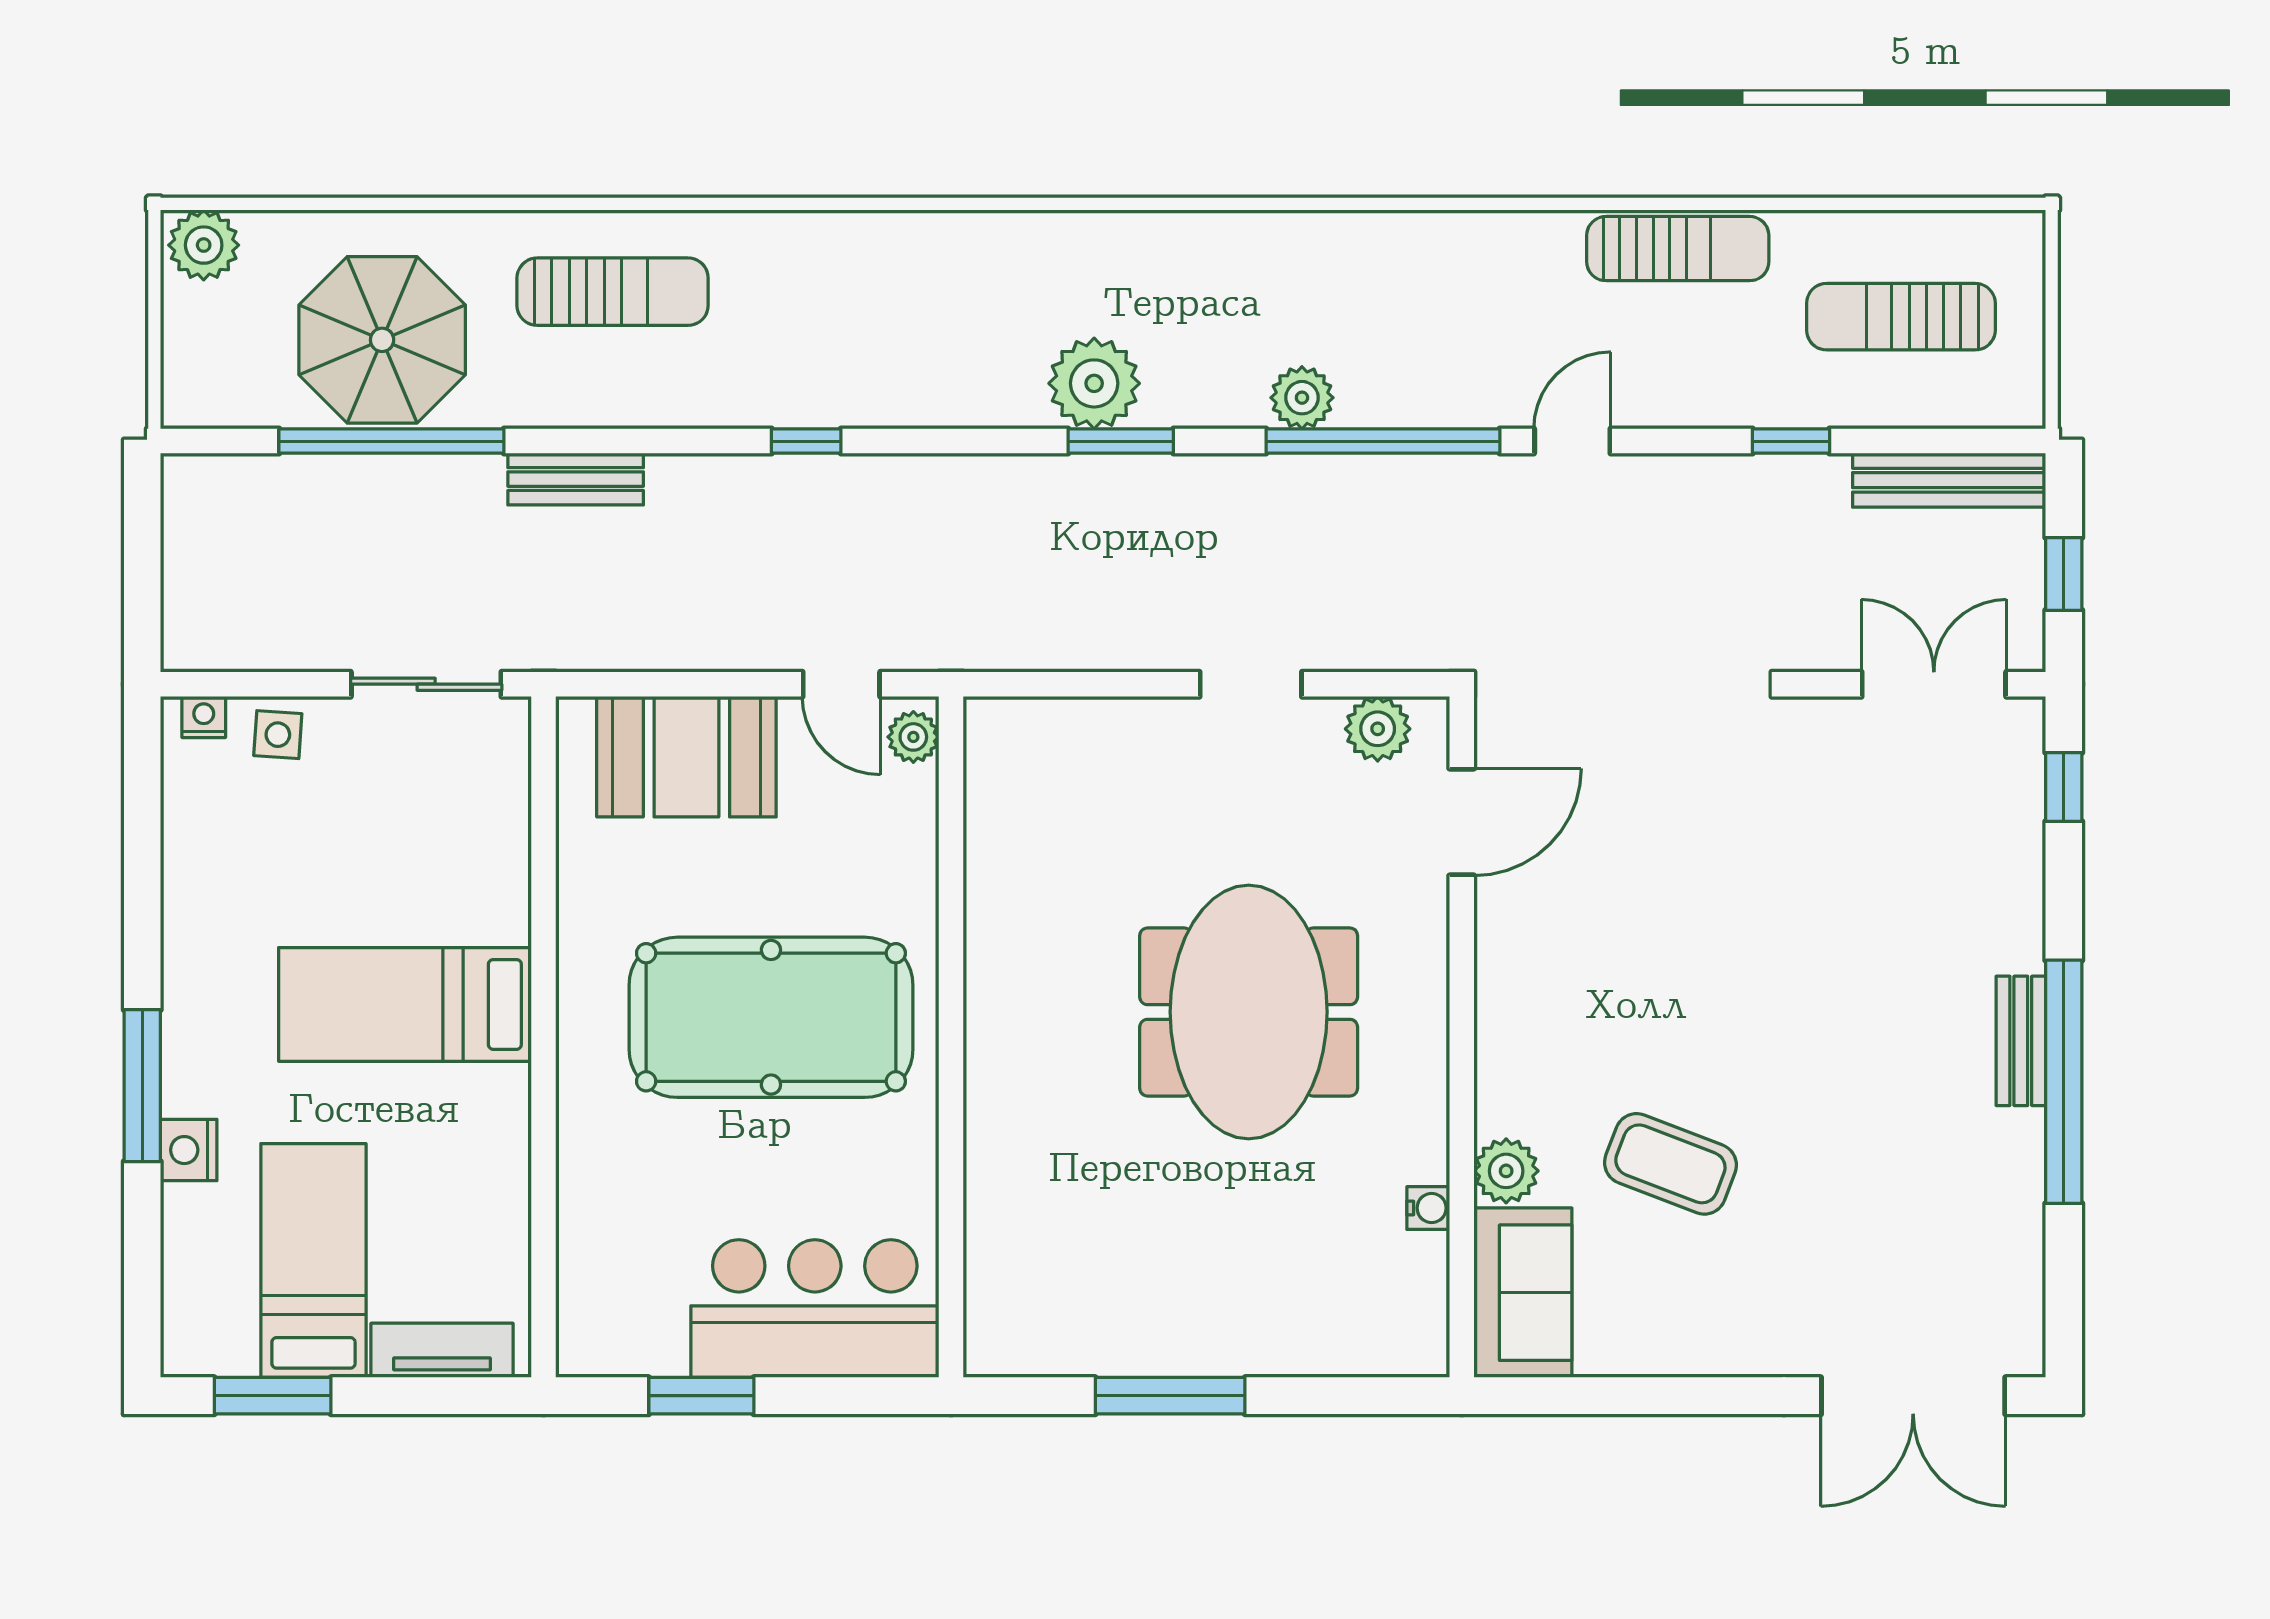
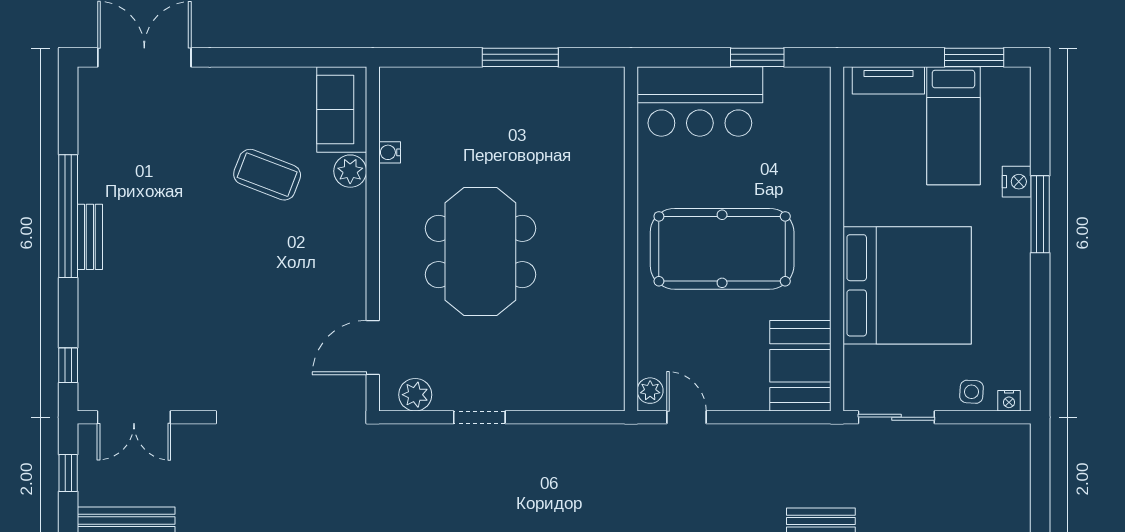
booth: (686, 757) -> (800, 366), moved, turned 90
bed: (405, 1004) -> (907, 285), width x2.04

